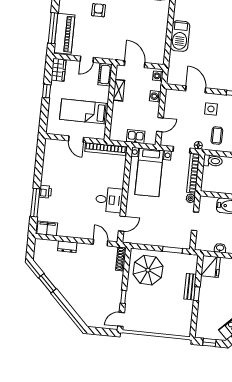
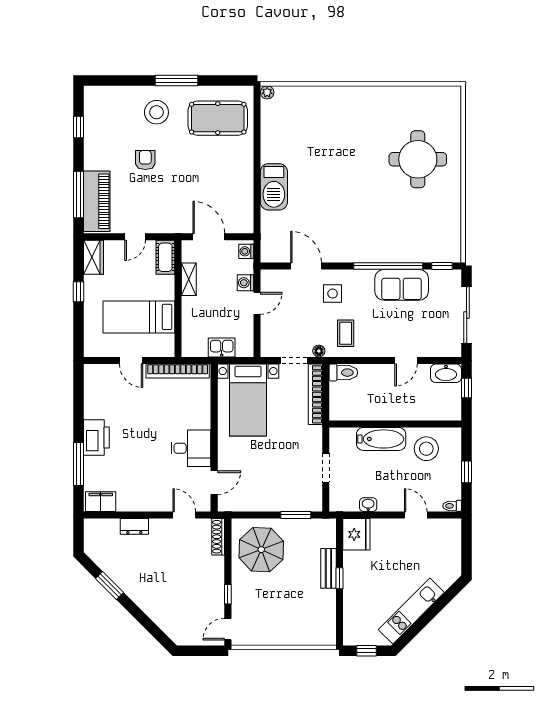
door: (160, 125) -> (257, 303), moved
printer: (45, 192) -> (96, 437), width x1.87, depth x1.48
plant: (191, 198) -> (315, 433), removed

